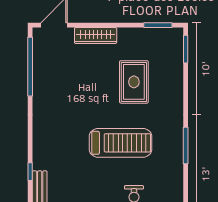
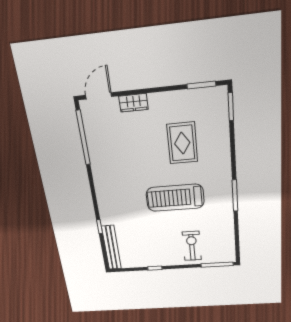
wardrobe: (96, 36) -> (133, 103), width x0.67
treadmill: (120, 143) -> (175, 198), turned 180

